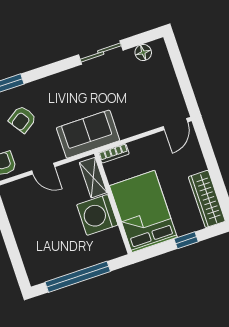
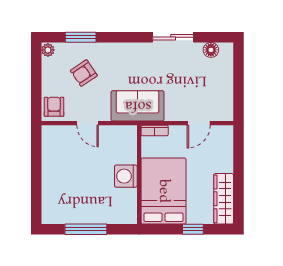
door: (175, 124) -> (199, 123), moved
shelving: (93, 178) -> (129, 146), removed
washing machine: (97, 215) -> (126, 176), width x0.73, depth x0.73
window: (78, 277) -> (86, 229), width x0.68

